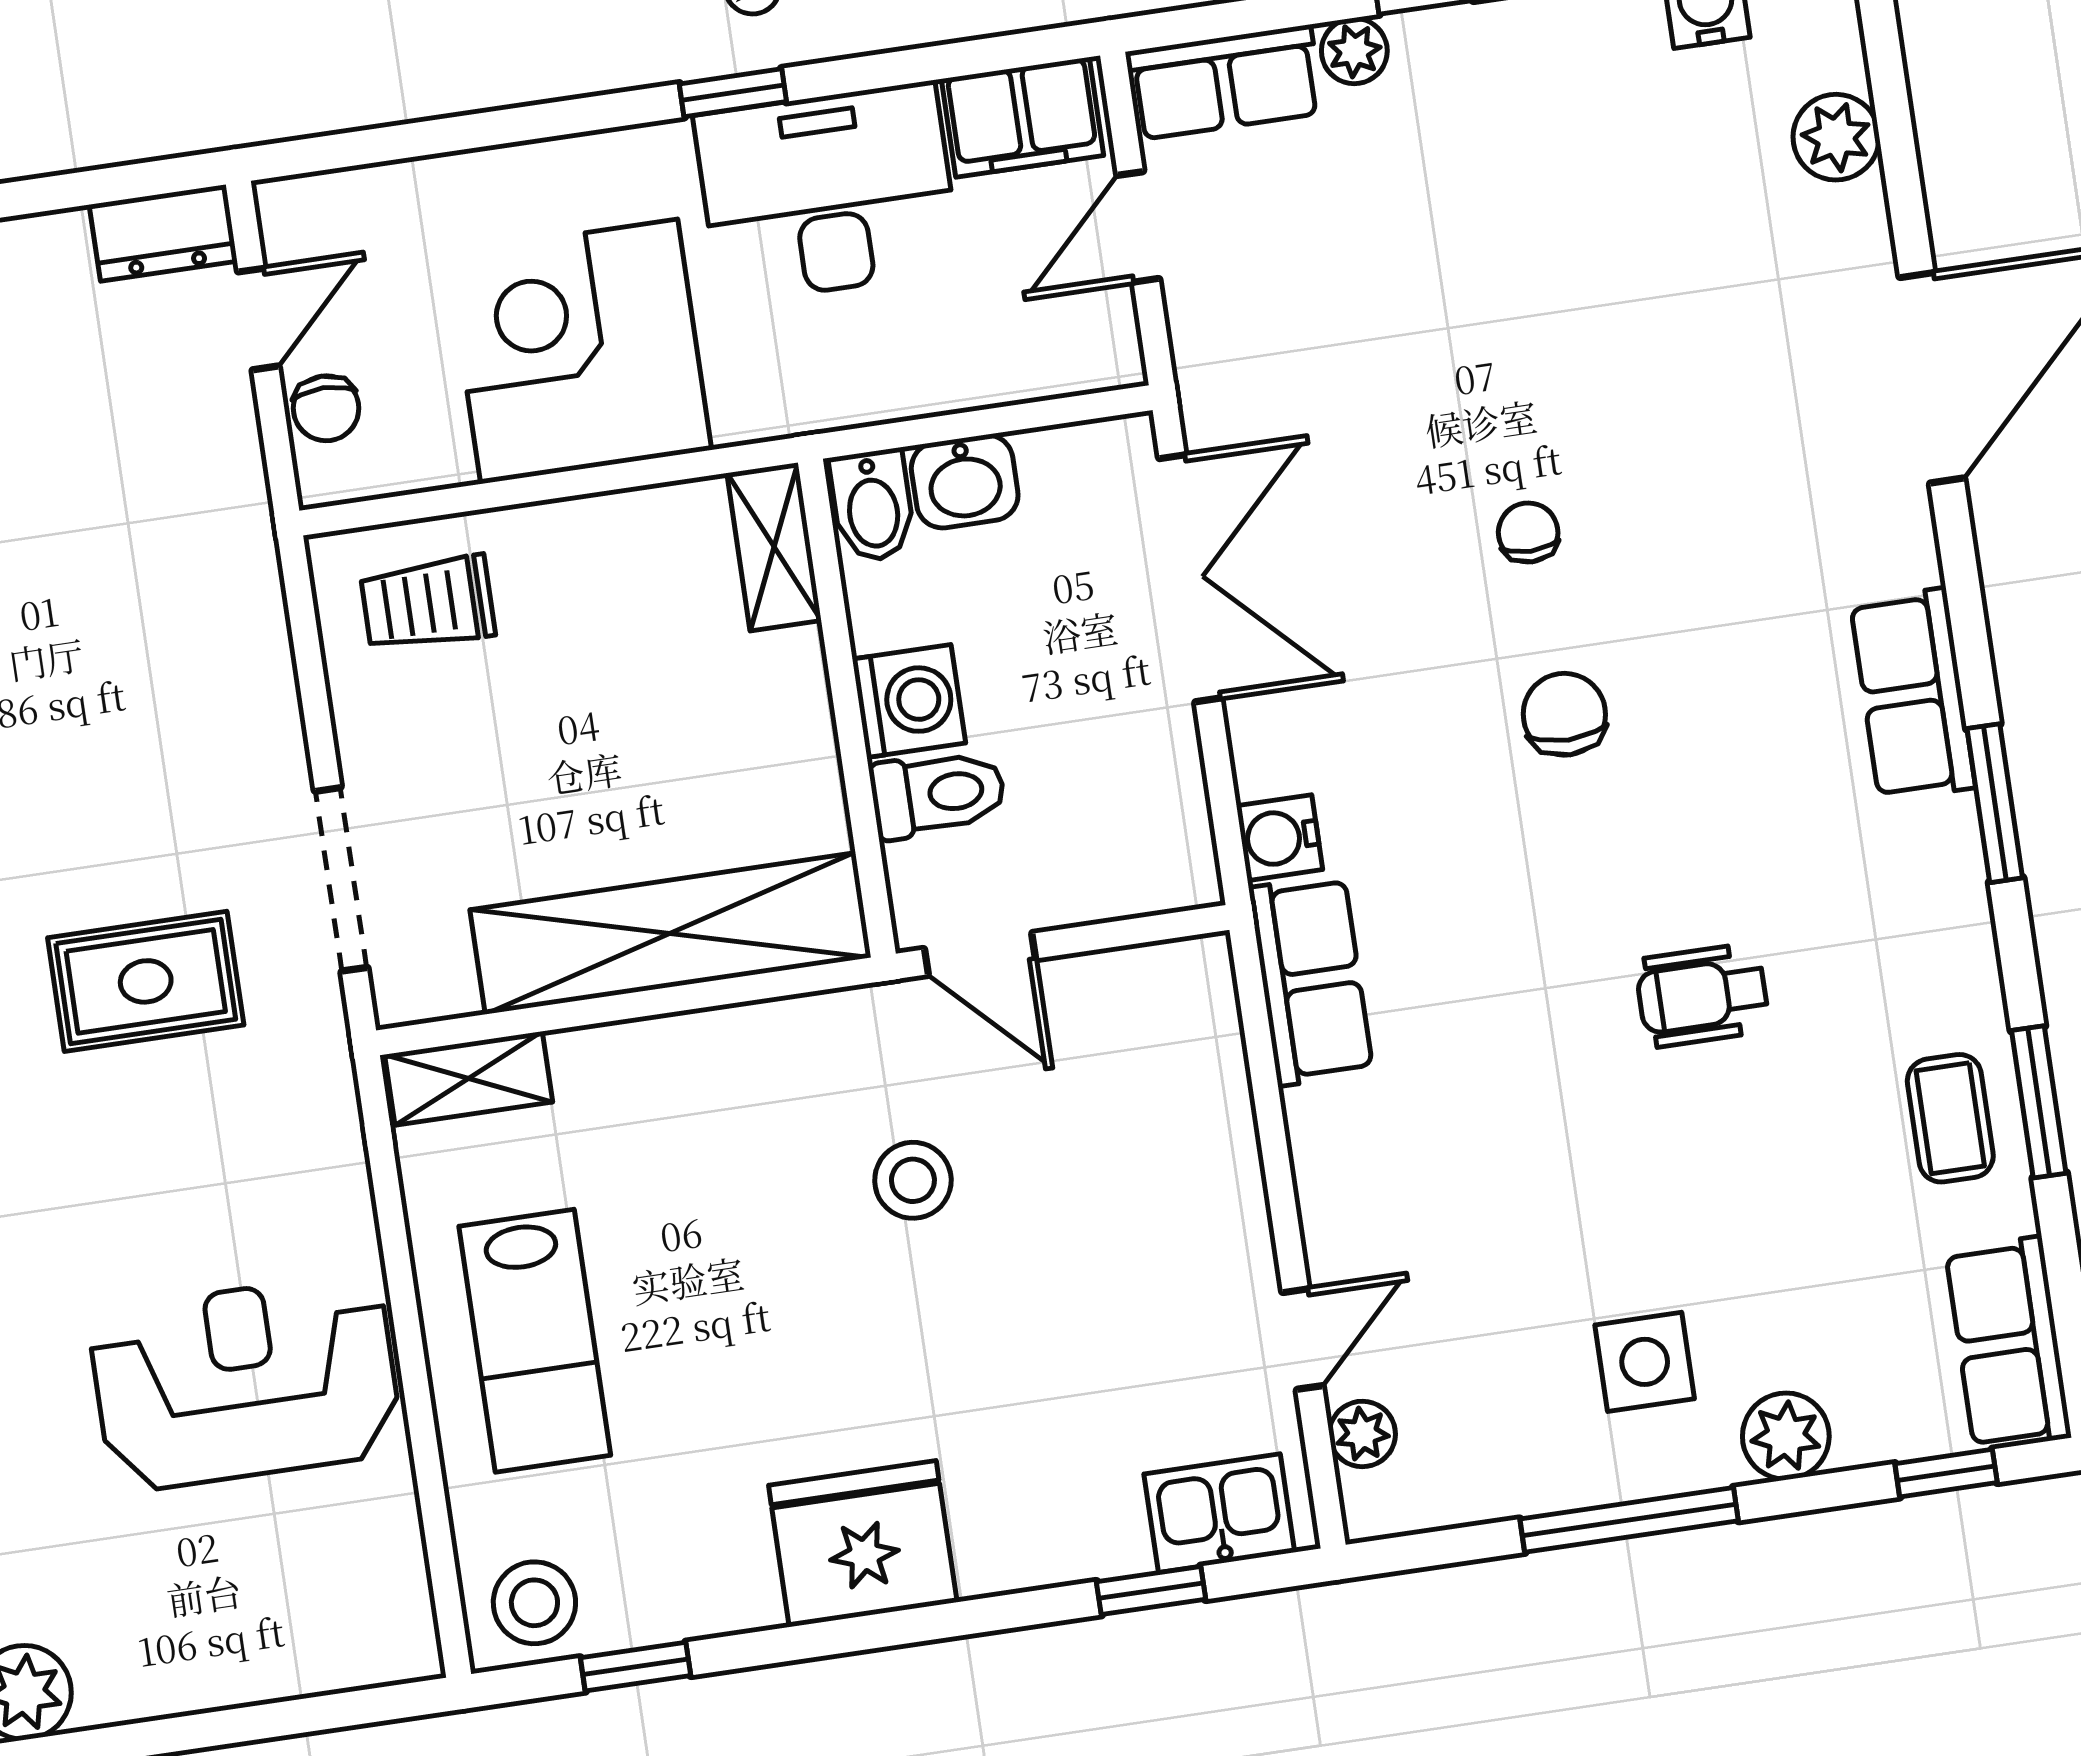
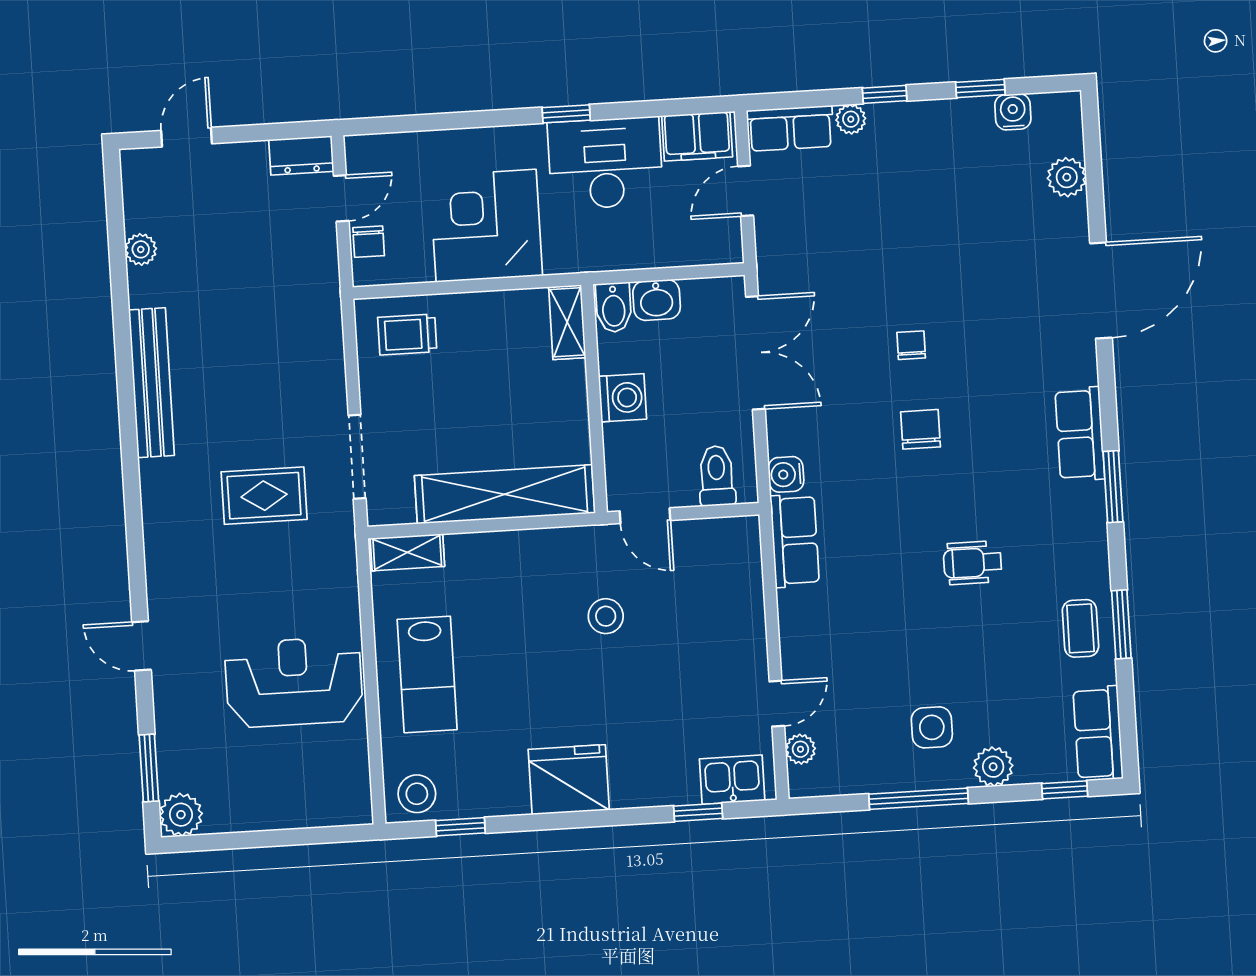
toilet: (938, 794) -> (717, 476), moved, turned -90

